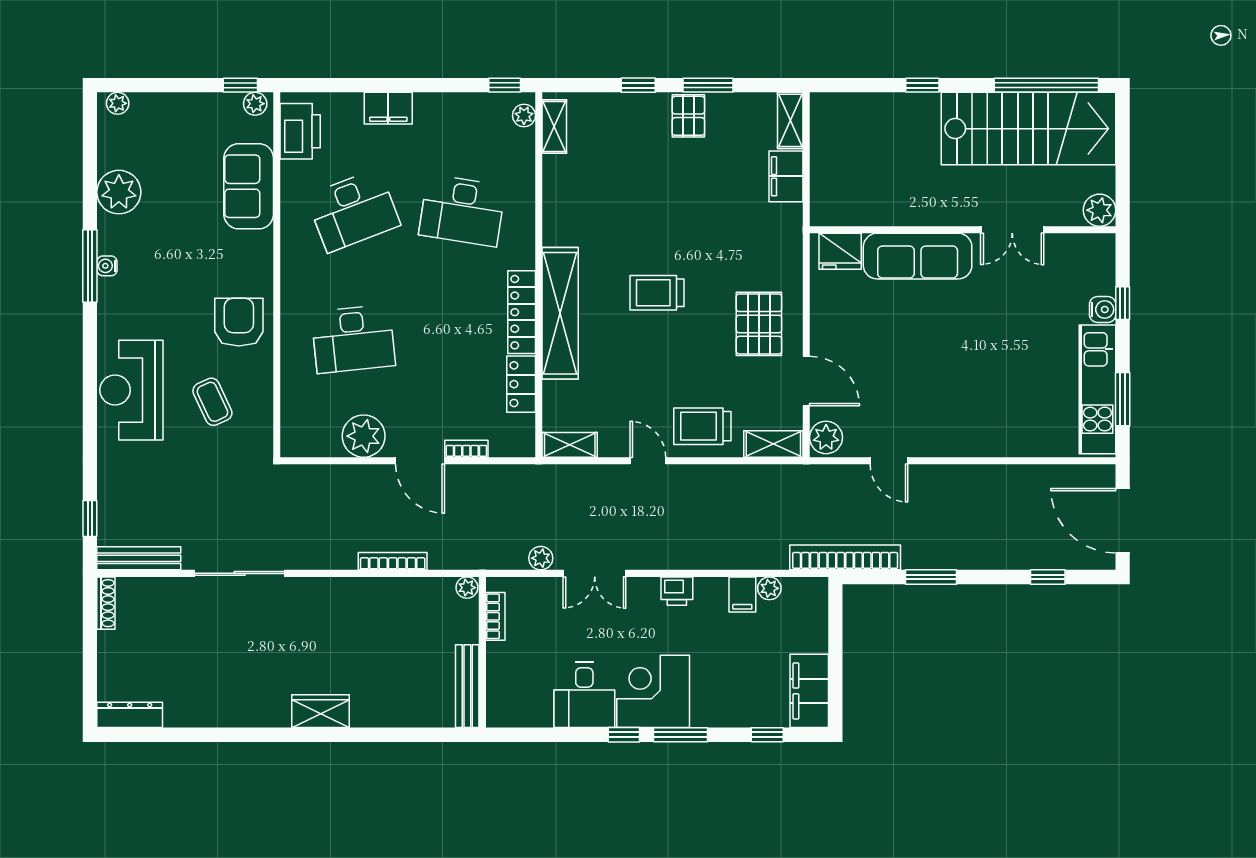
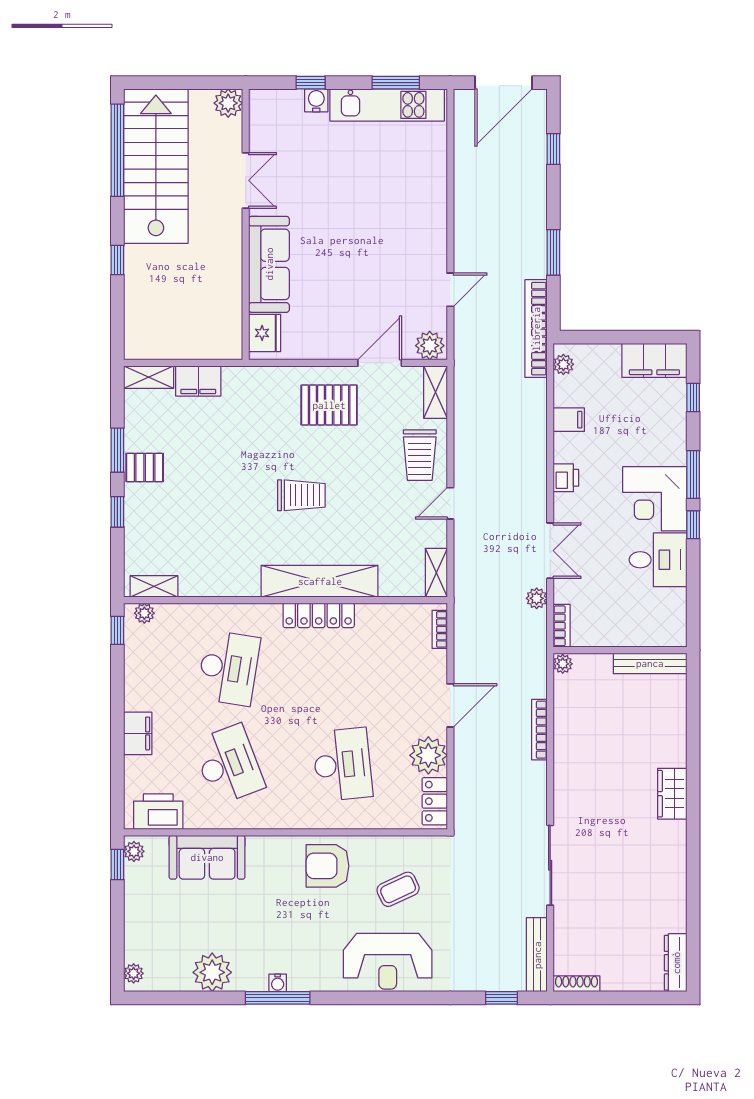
trolley: (657, 293) -> (301, 495), turned -90
locker: (521, 384) -> (435, 801), moved, turned 90
bookcase: (466, 449) -> (440, 629), moved
plant: (769, 588) -> (563, 364), moved
bookcase: (495, 616) -> (562, 626), moved, turned 90

